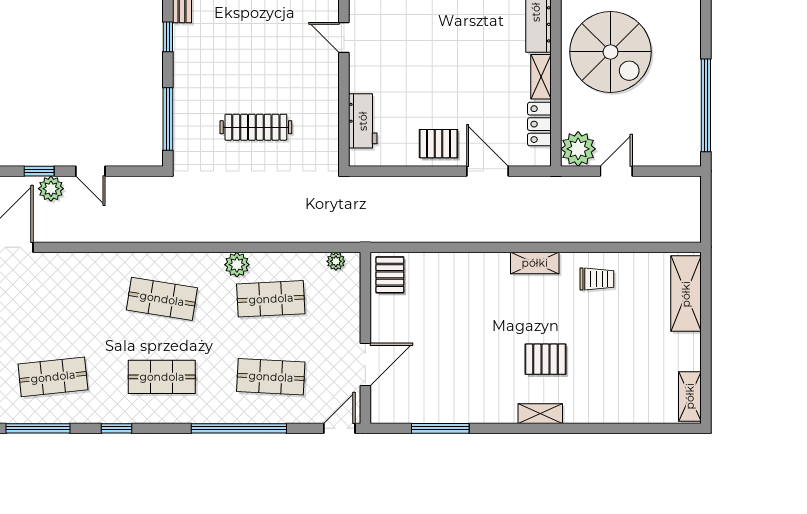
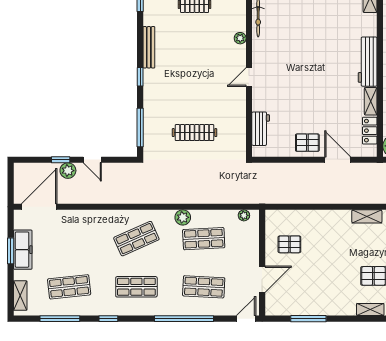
door: (344, 37) -> (249, 77), hinge flipped
pallet: (390, 275) -> (289, 244), moved, turned 90
shop shelf: (162, 299) -> (136, 239), turned -33

